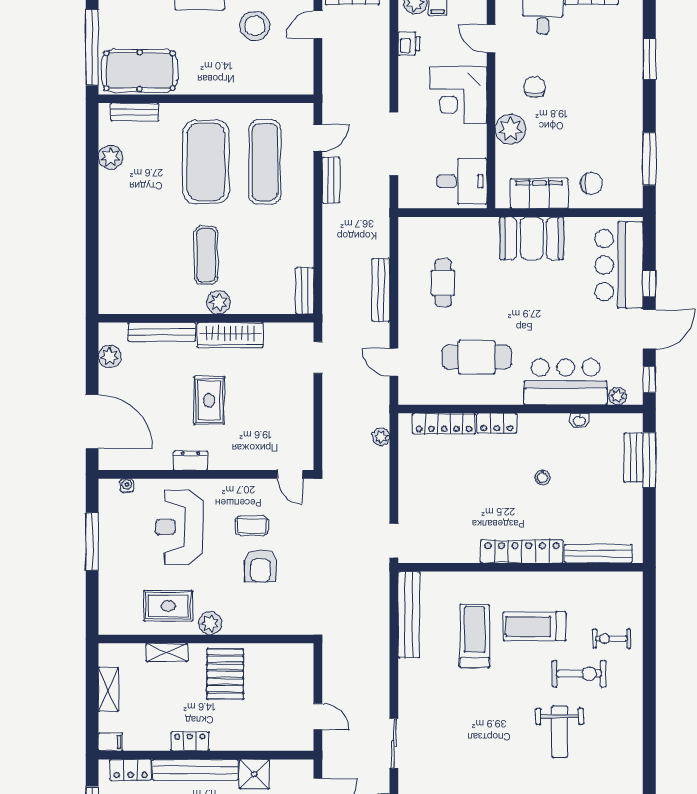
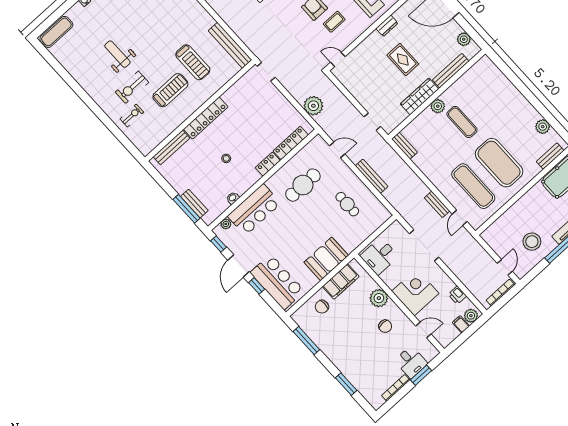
plant: (381, 437) -> (313, 106), width x1.88, depth x1.88

